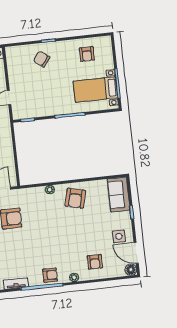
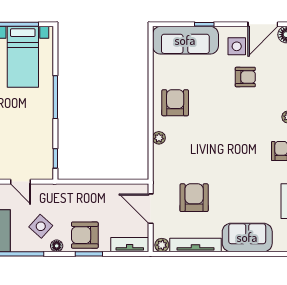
sofa: (119, 195) -> (185, 40), width x1.36
armchair: (75, 198) -> (175, 103), turned -104
armchair: (95, 262) -> (245, 77), moved

